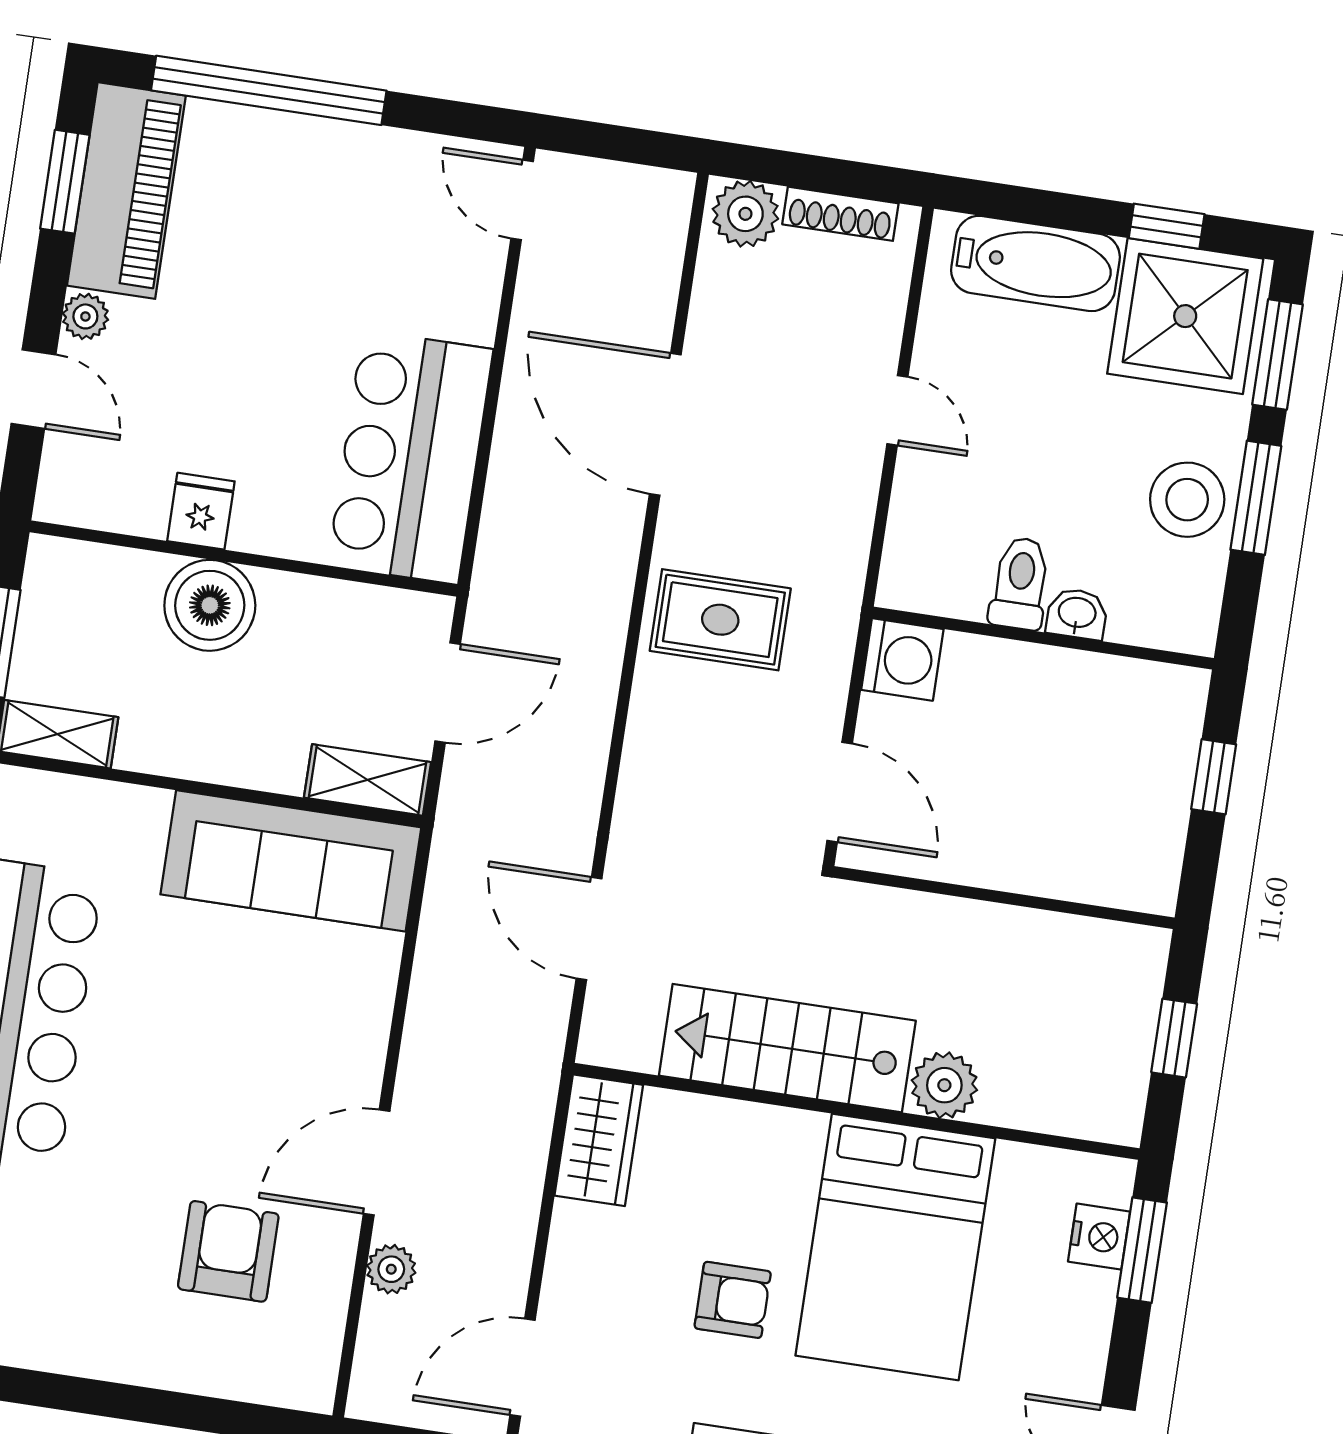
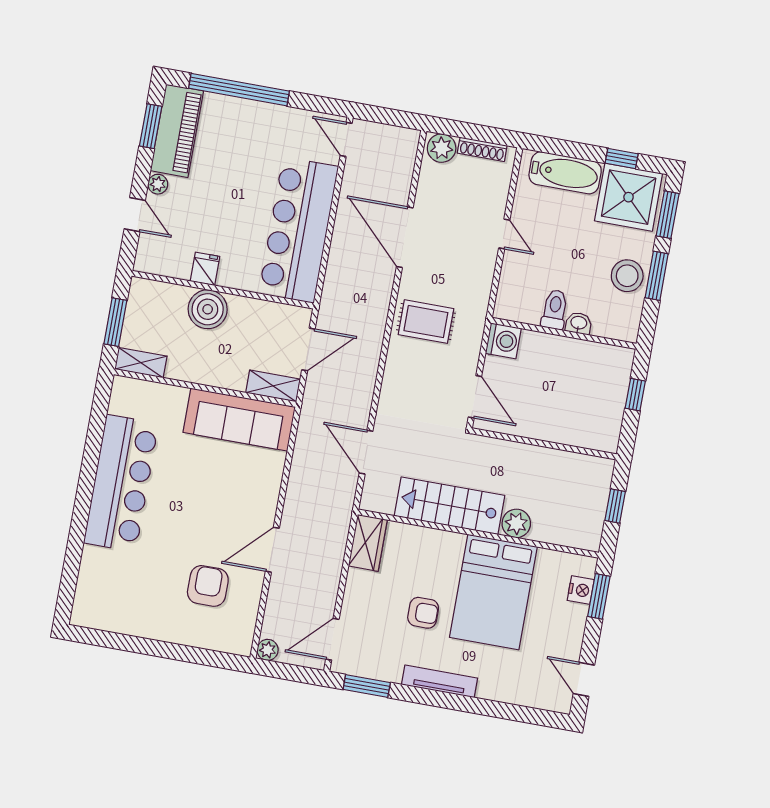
bar counter: (410, 457) -> (299, 230), width x1.36
plant: (391, 1269) -> (268, 650), moved

